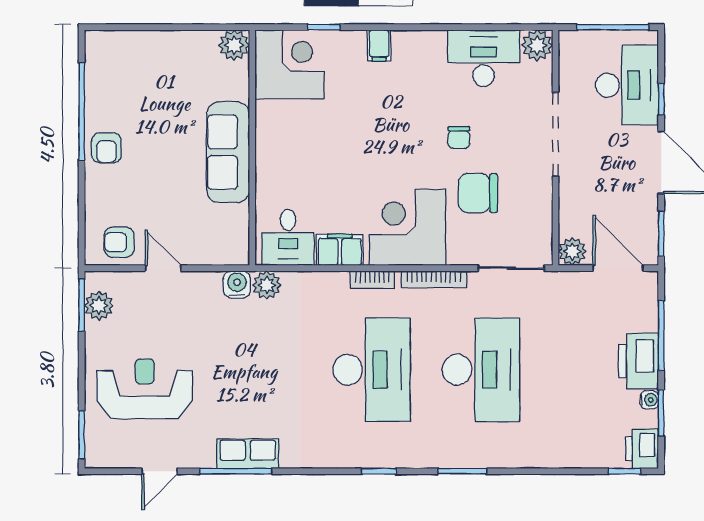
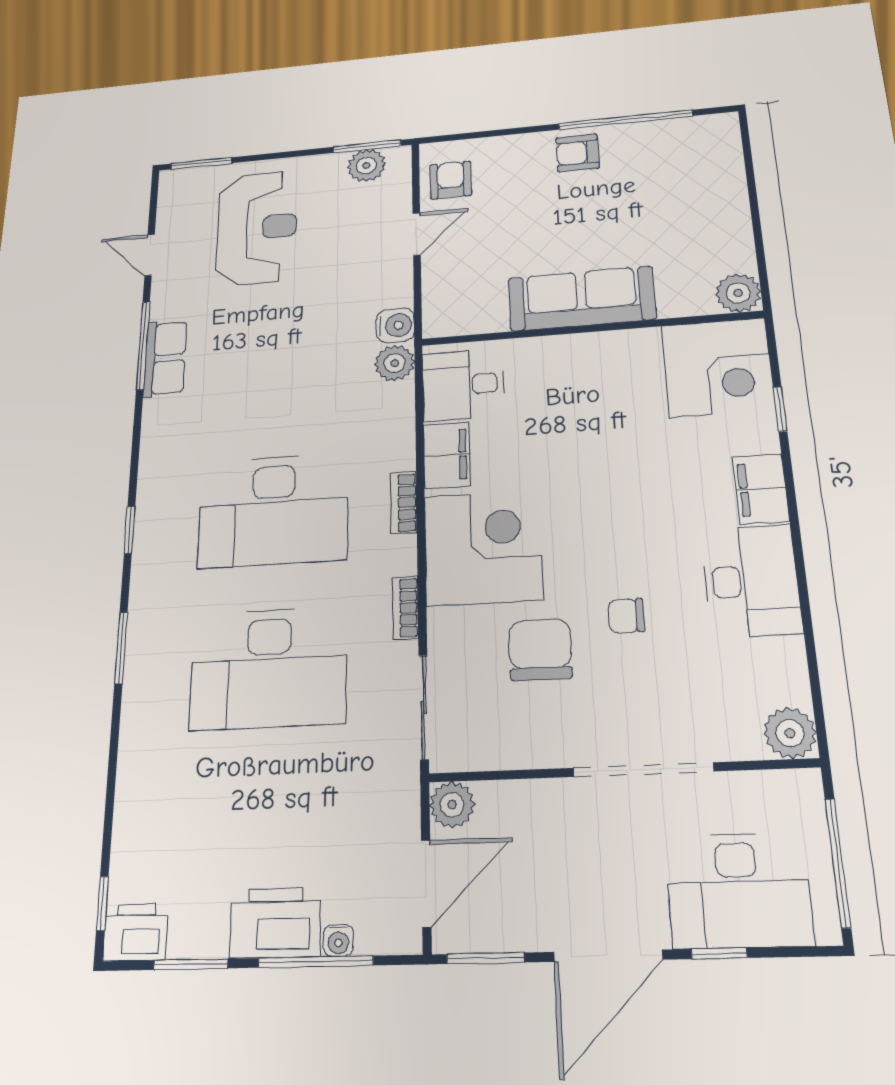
filing cabinet: (379, 45) -> (761, 489), width x2.00
desk: (484, 58) -> (751, 581), moved
bookcase: (434, 279) -> (405, 608), width x0.64
water cooler: (649, 400) -> (338, 940), moved

